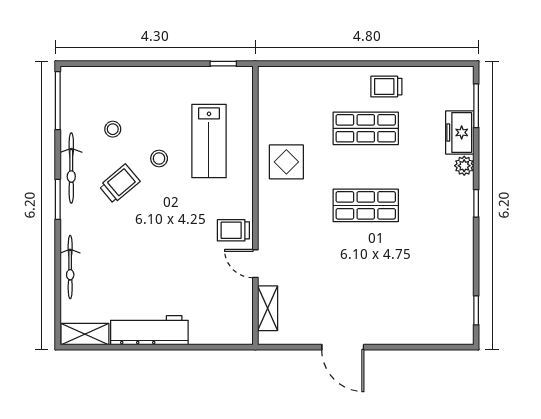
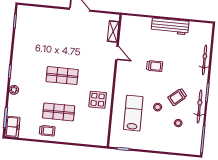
freezer: (460, 132) -> (12, 127), moved
trolley: (233, 230) -> (155, 66), moved
shelving: (85, 334) -> (201, 28), removed

